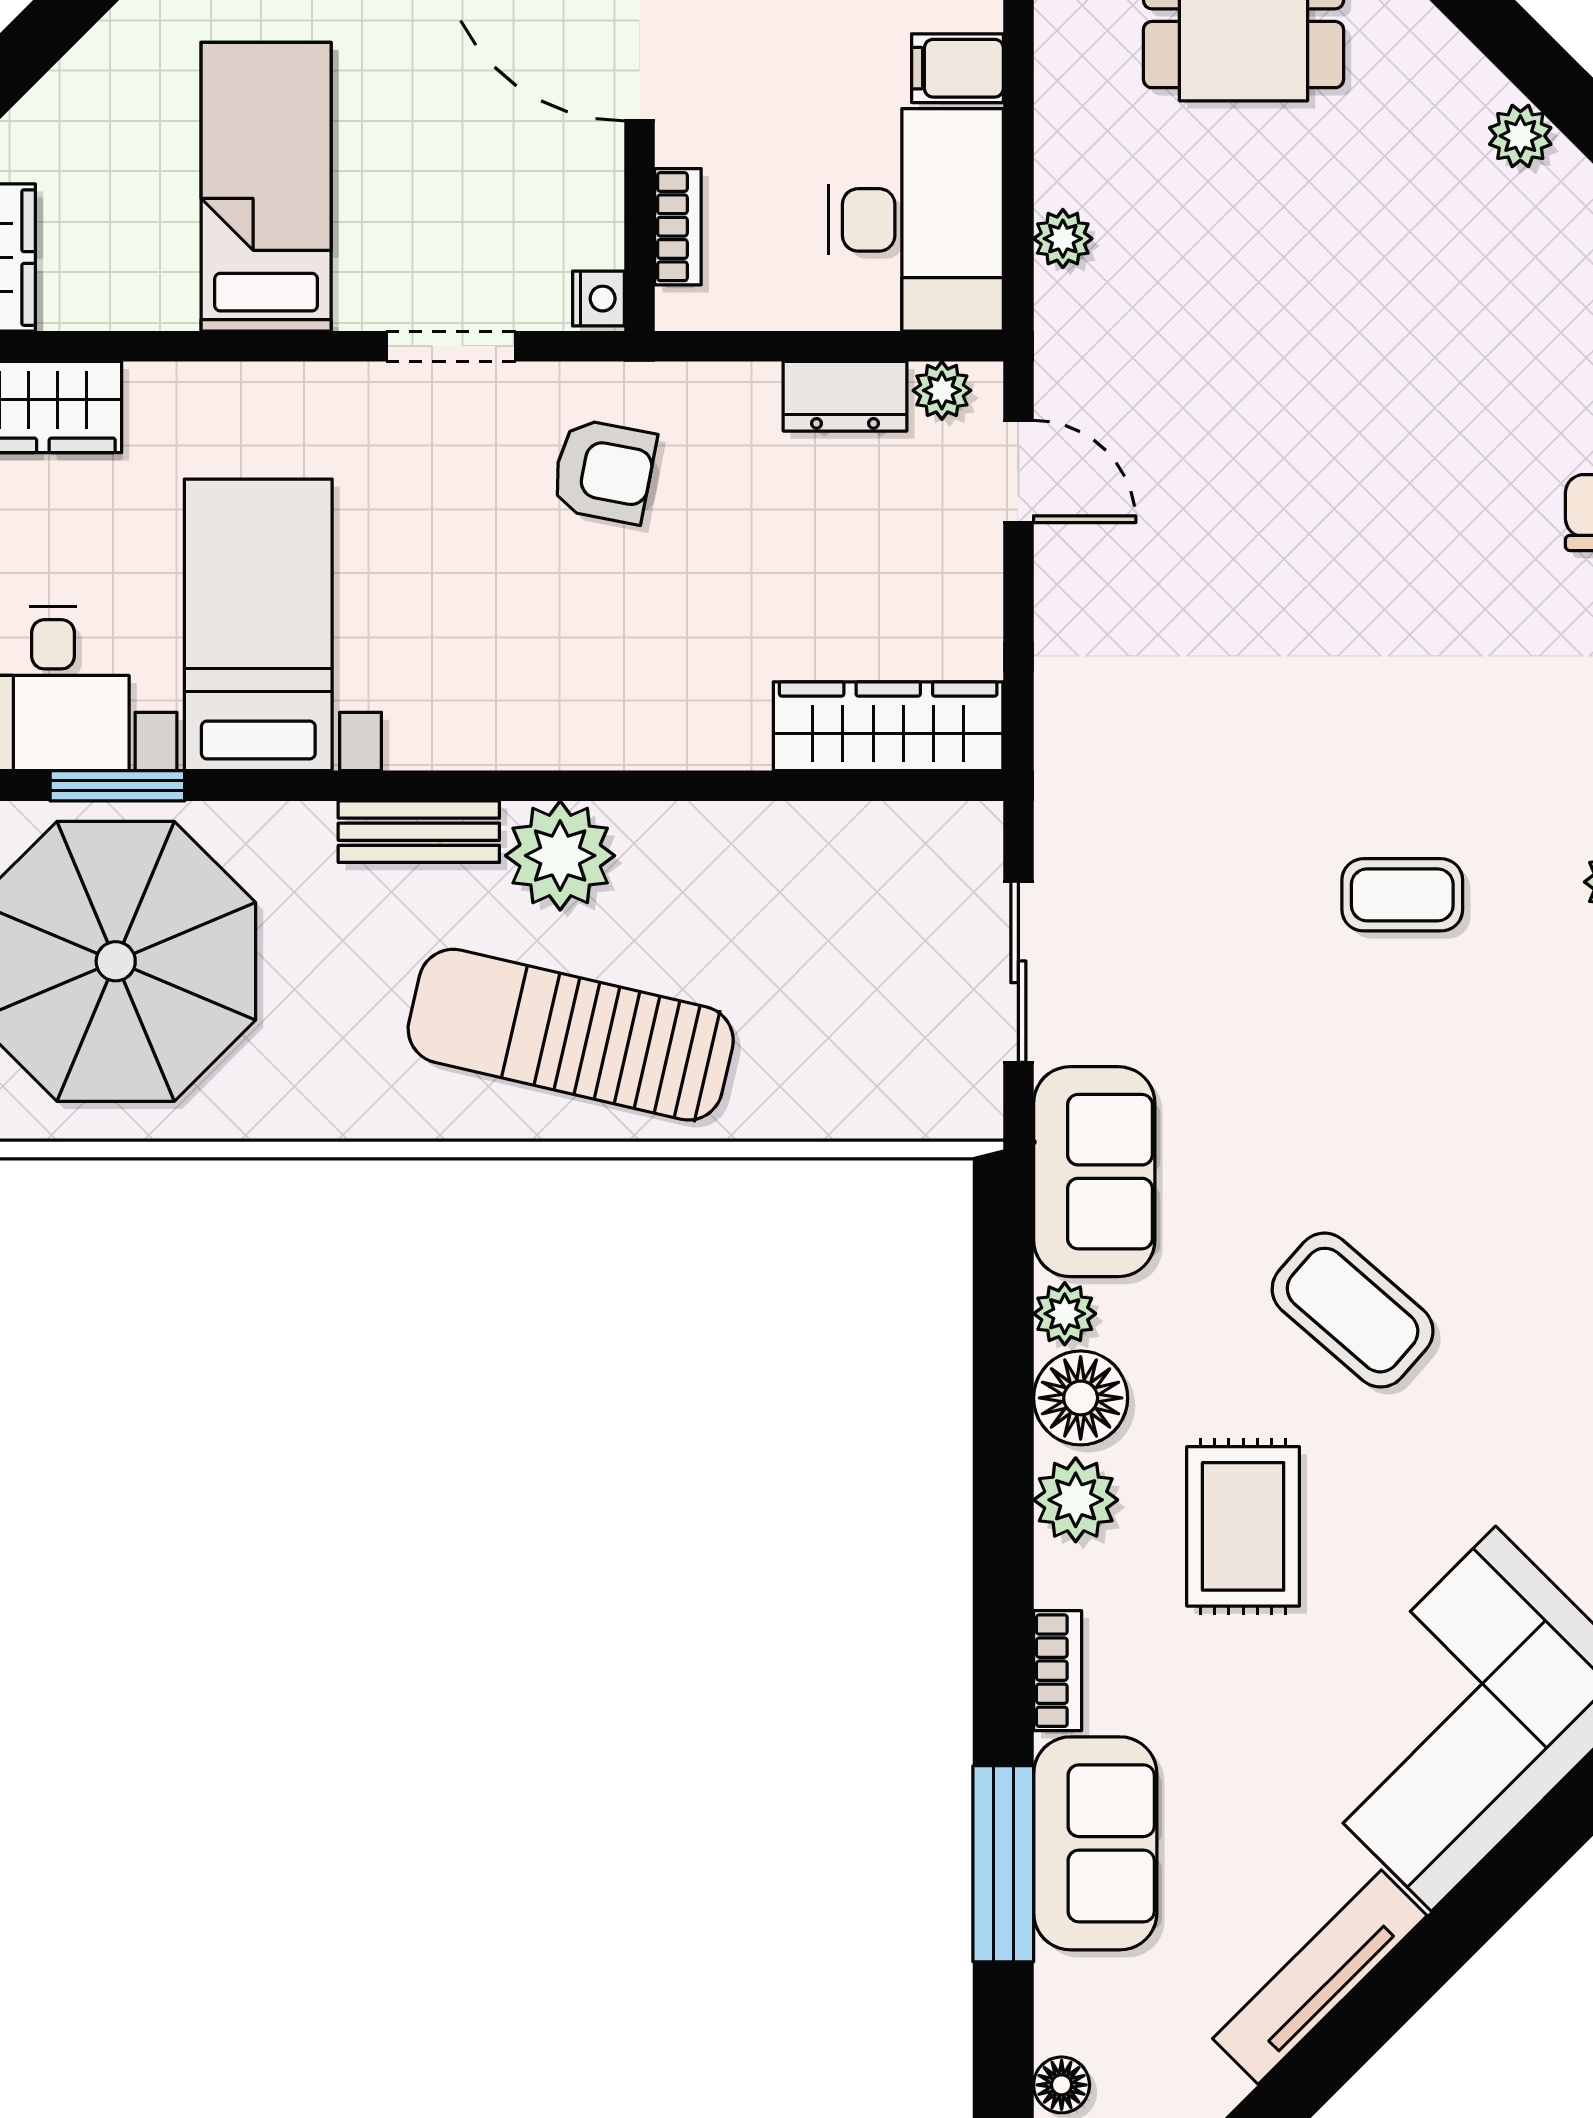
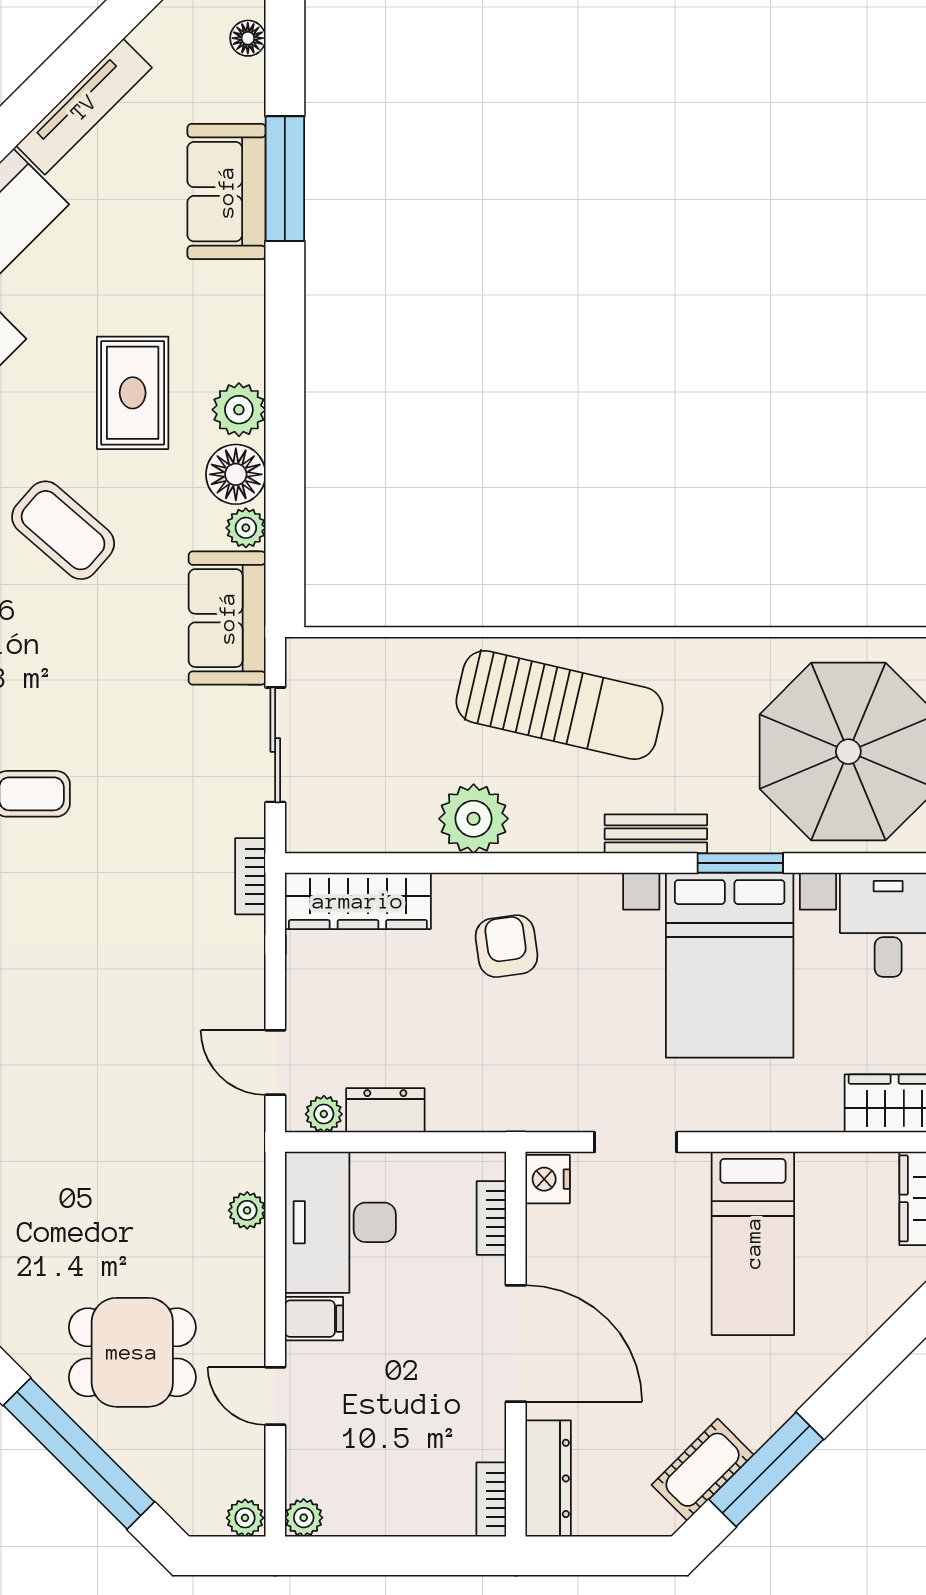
nightstand: (599, 299) -> (548, 1179), width x1.39, depth x1.35
armchair: (604, 471) -> (507, 946), moved, turned 71
bed with nightstands: (258, 625) -> (730, 965), width x1.36
window: (117, 786) -> (740, 863), moved
plant: (560, 856) -> (474, 819), moved
bookcase: (1058, 1671) -> (250, 876), moved

